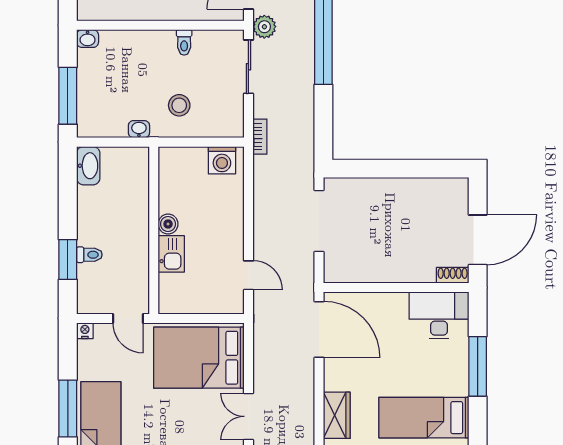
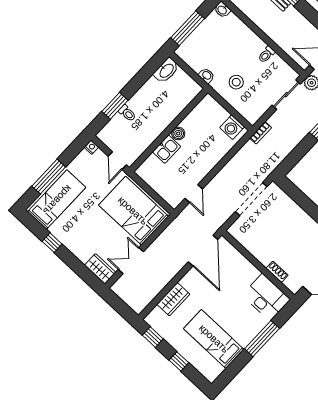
shoe rack: (453, 275) -> (277, 272), moved

